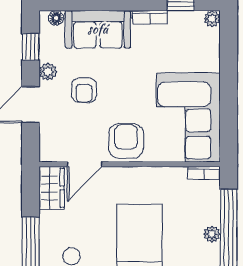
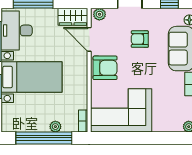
plant: (48, 72) -> (99, 14), moved
plant: (212, 234) -> (55, 127), moved

